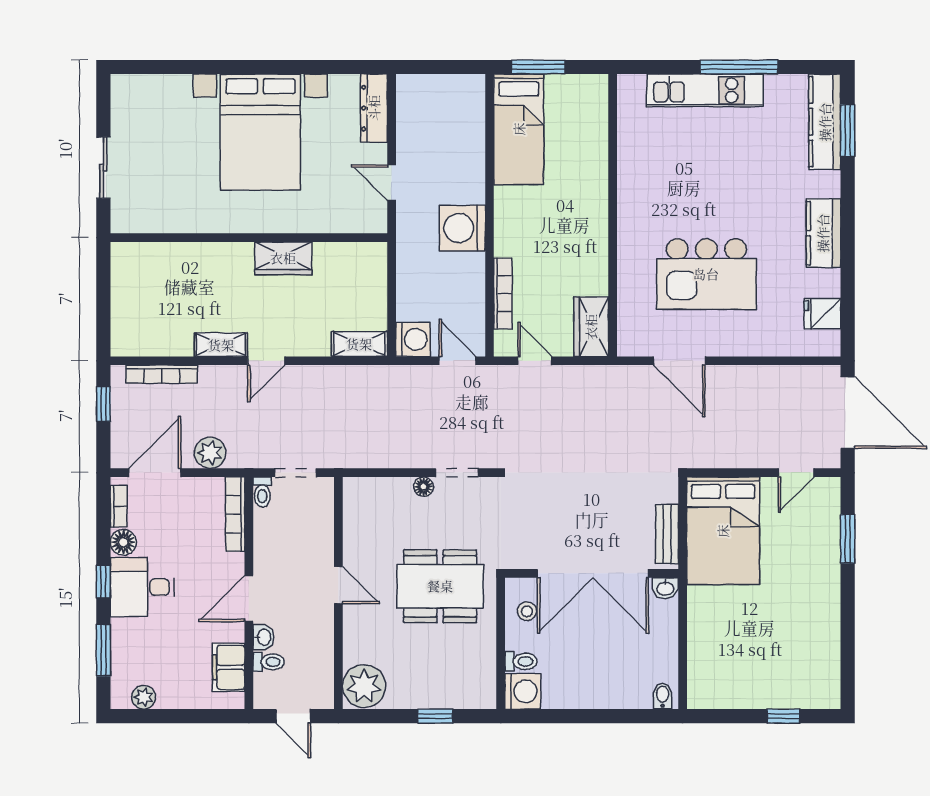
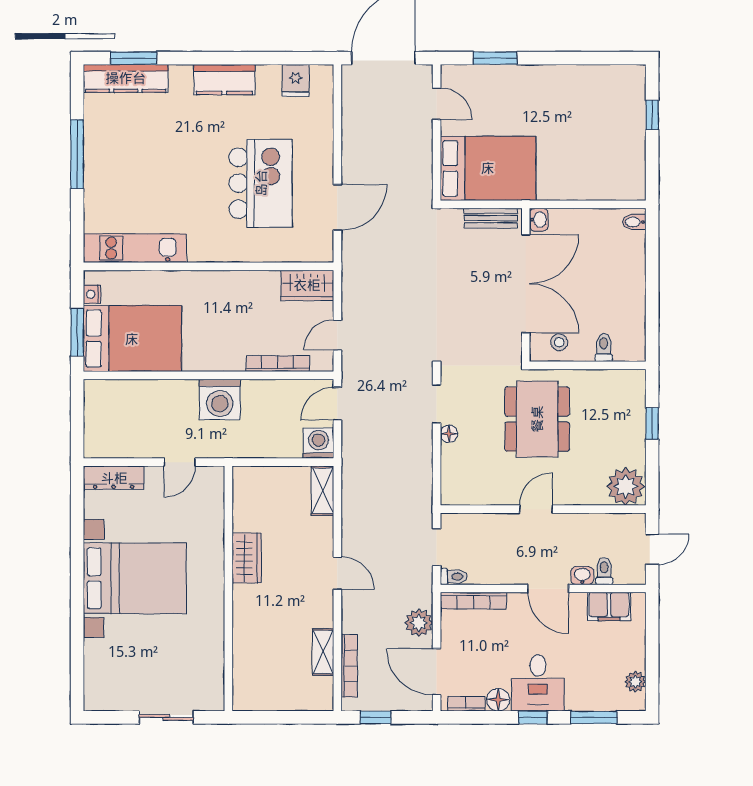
nightstand: (581, 84) -> (92, 294), added
kitchen unit: (705, 90) -> (135, 248), moved, turned -90
bed: (519, 129) -> (132, 339), width x1.50
shelving: (221, 345) -> (323, 652), moved
washing machine: (523, 691) -> (630, 346), removed

